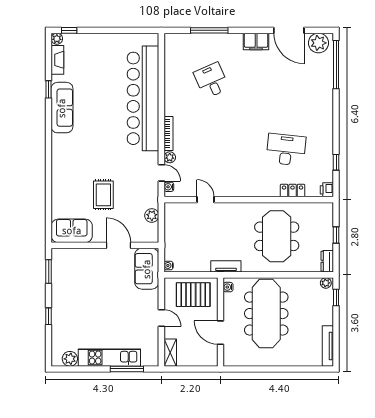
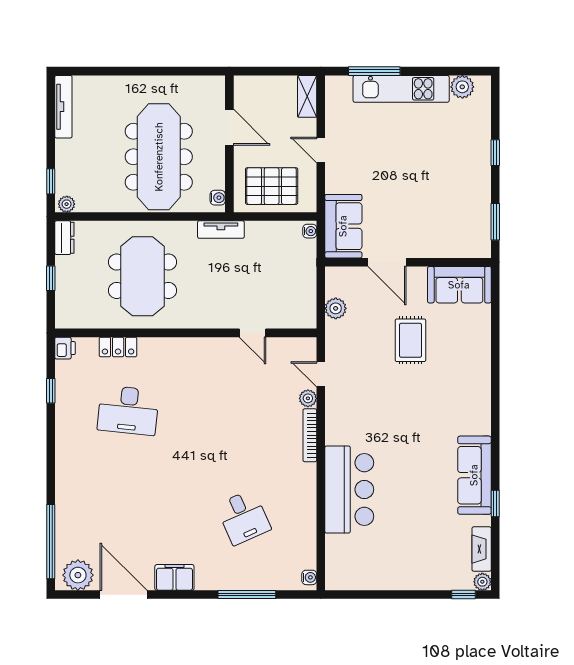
bar counter: (143, 98) -> (349, 490), width x0.54
water cooler: (169, 187) -> (309, 577), moved

